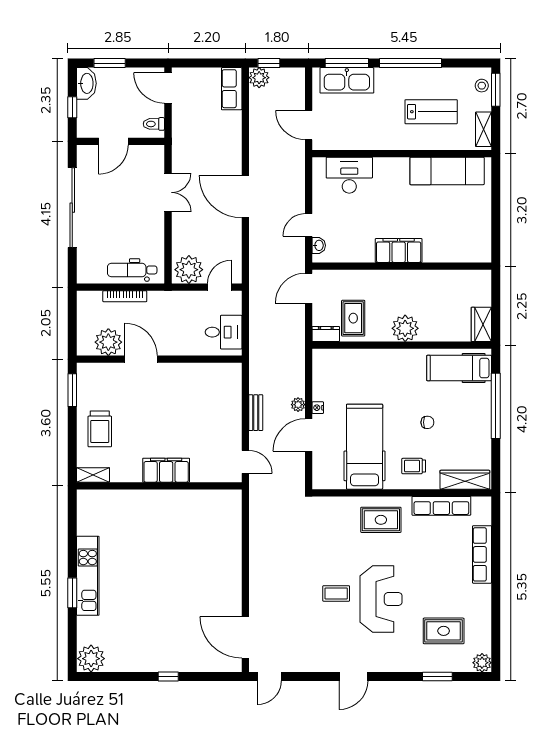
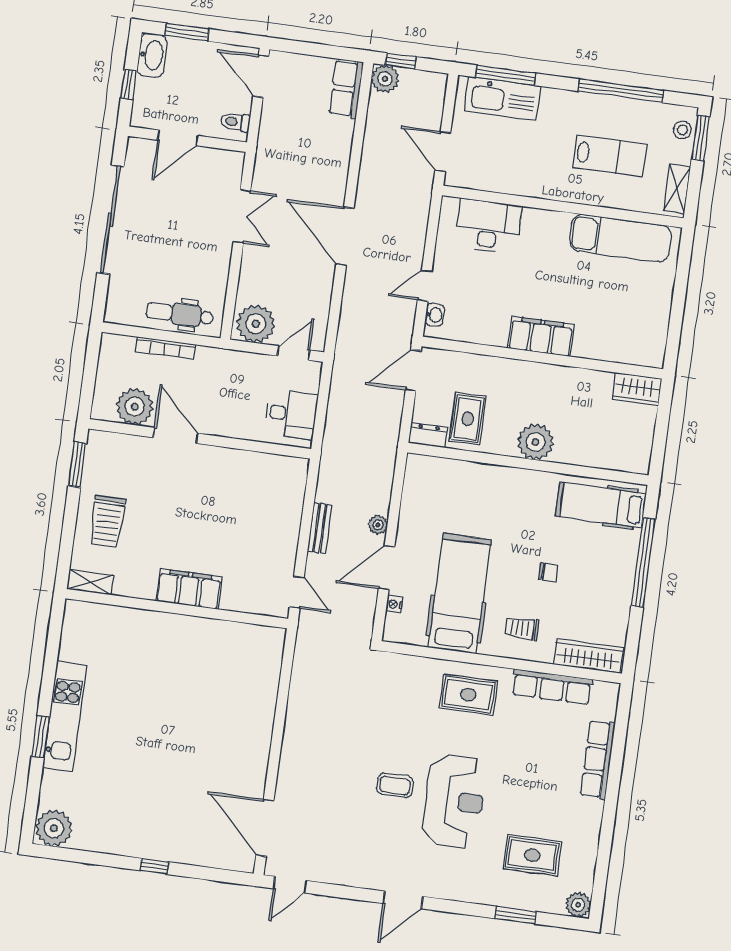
window: (410, 63) -> (621, 91), moved
wardrobe: (481, 324) -> (637, 389), moved, turned -90
nightstand: (318, 408) -> (394, 604), moved

